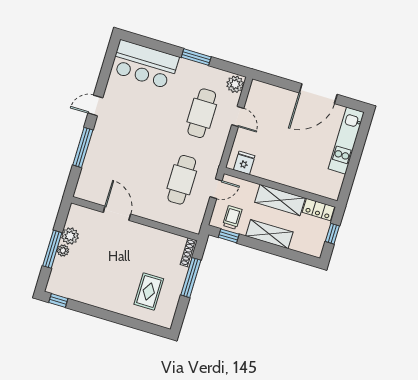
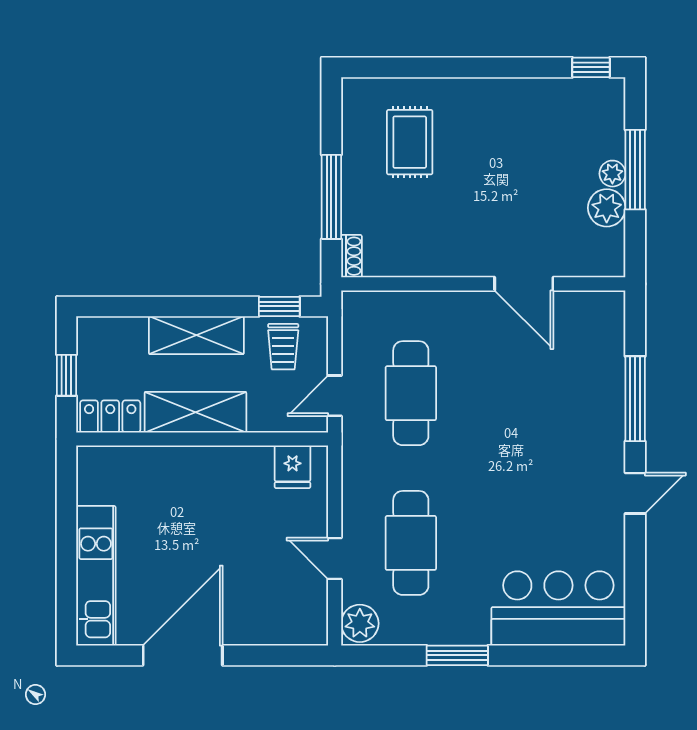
shoe rack: (189, 253) -> (351, 256), width x0.70

